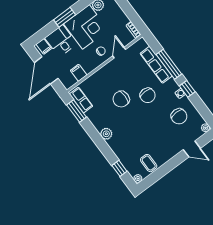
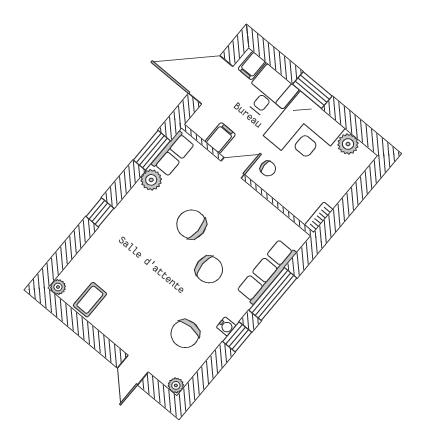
door: (119, 53) -> (233, 168), moved
chair: (148, 95) -> (209, 270), turned -90
plant: (106, 134) -> (151, 180), moved
window: (119, 168) -> (100, 212), moved

